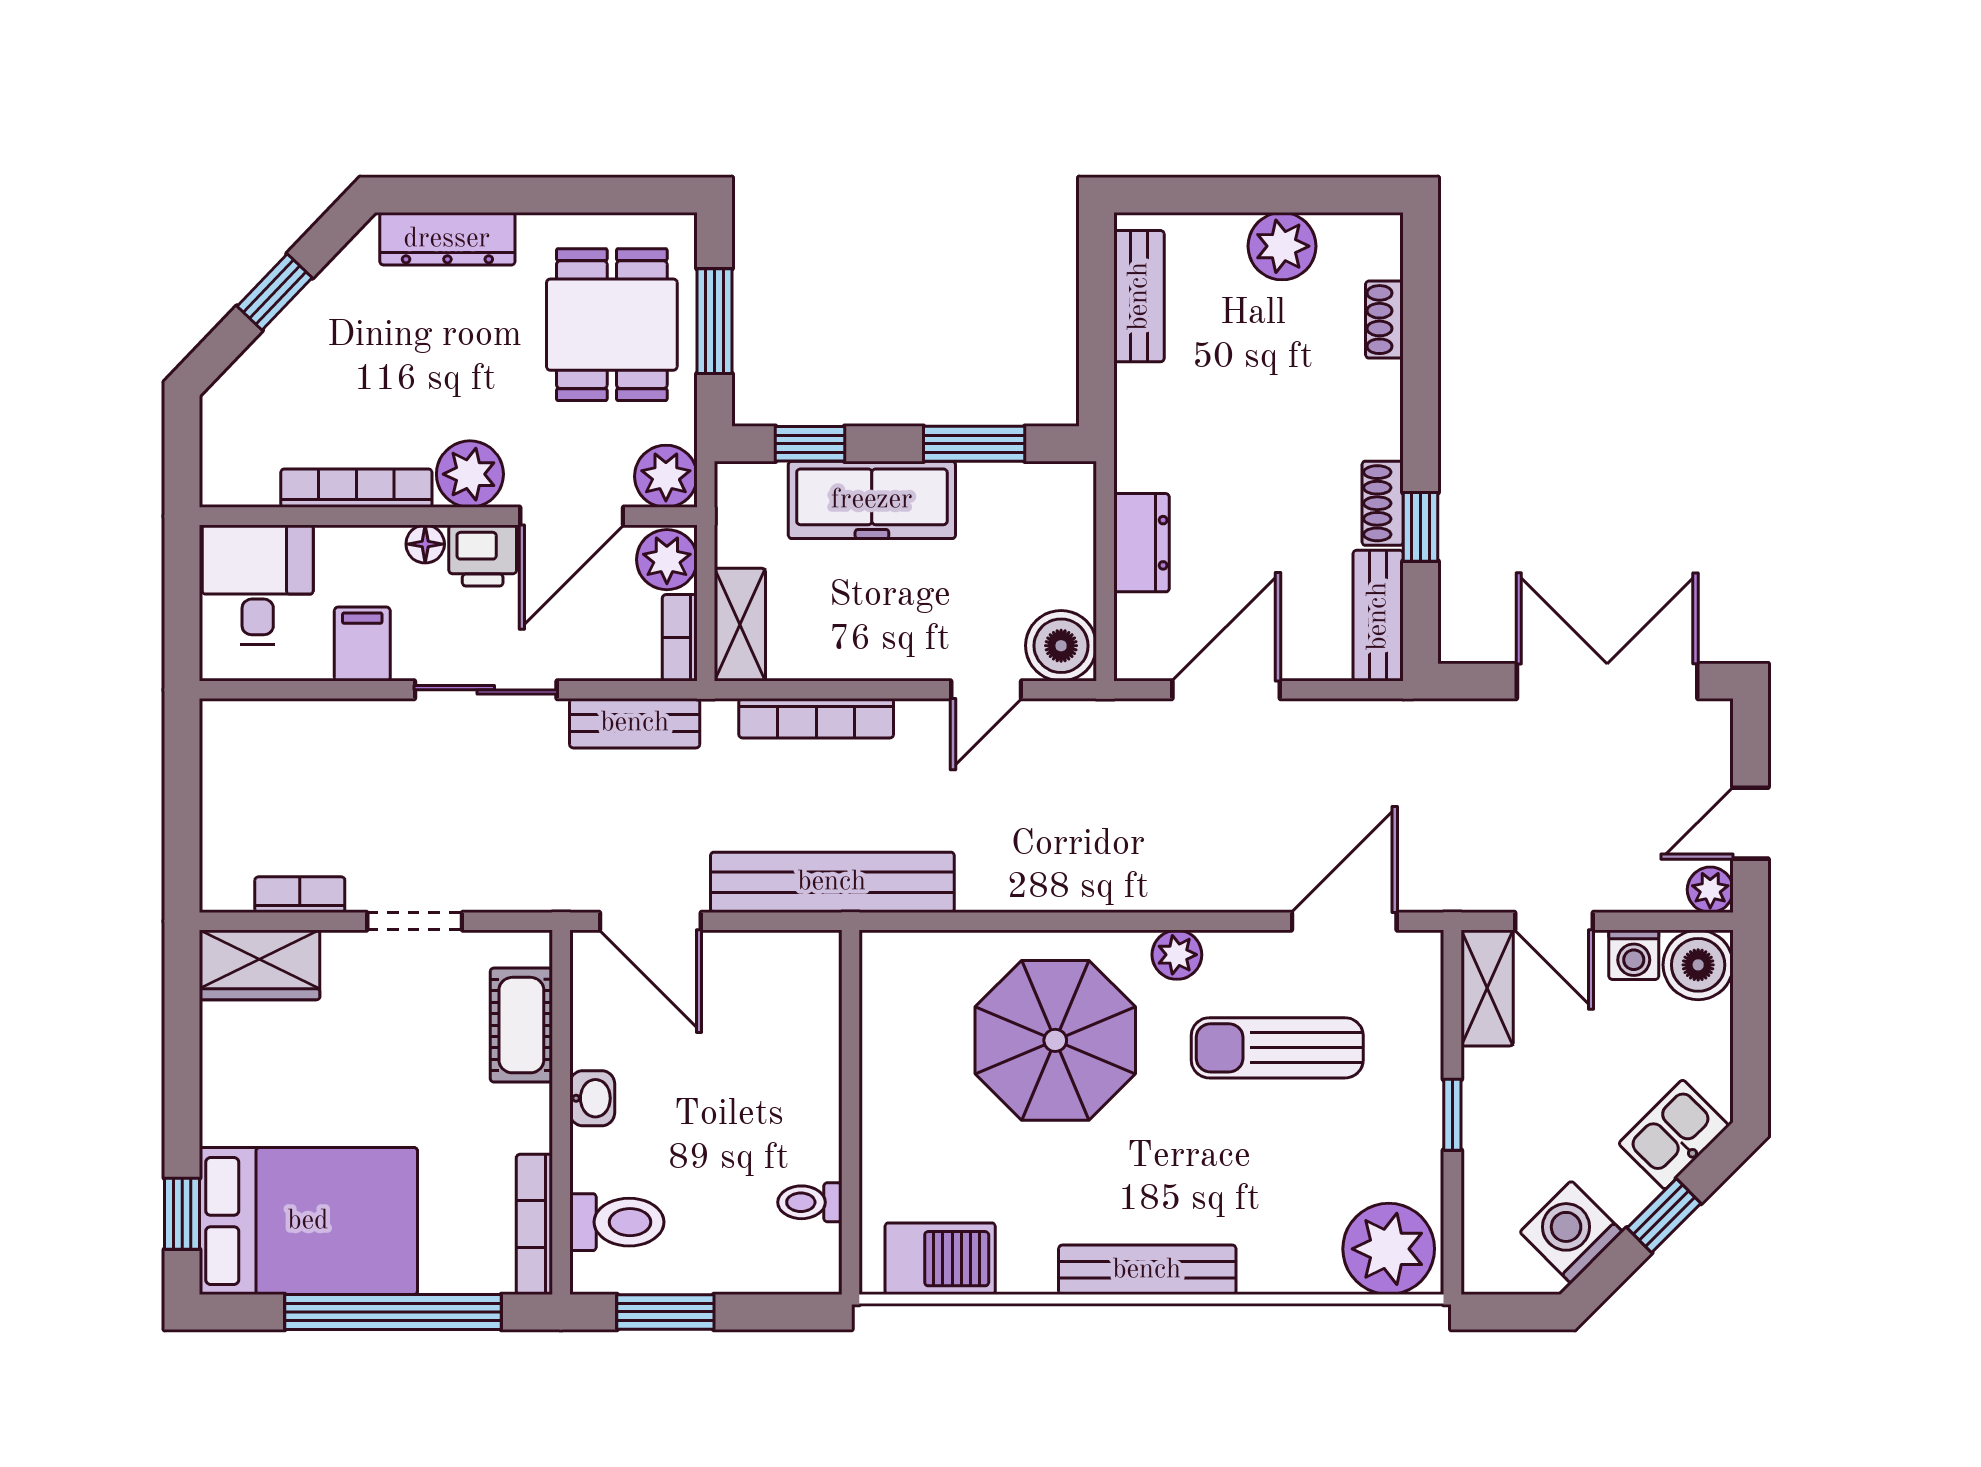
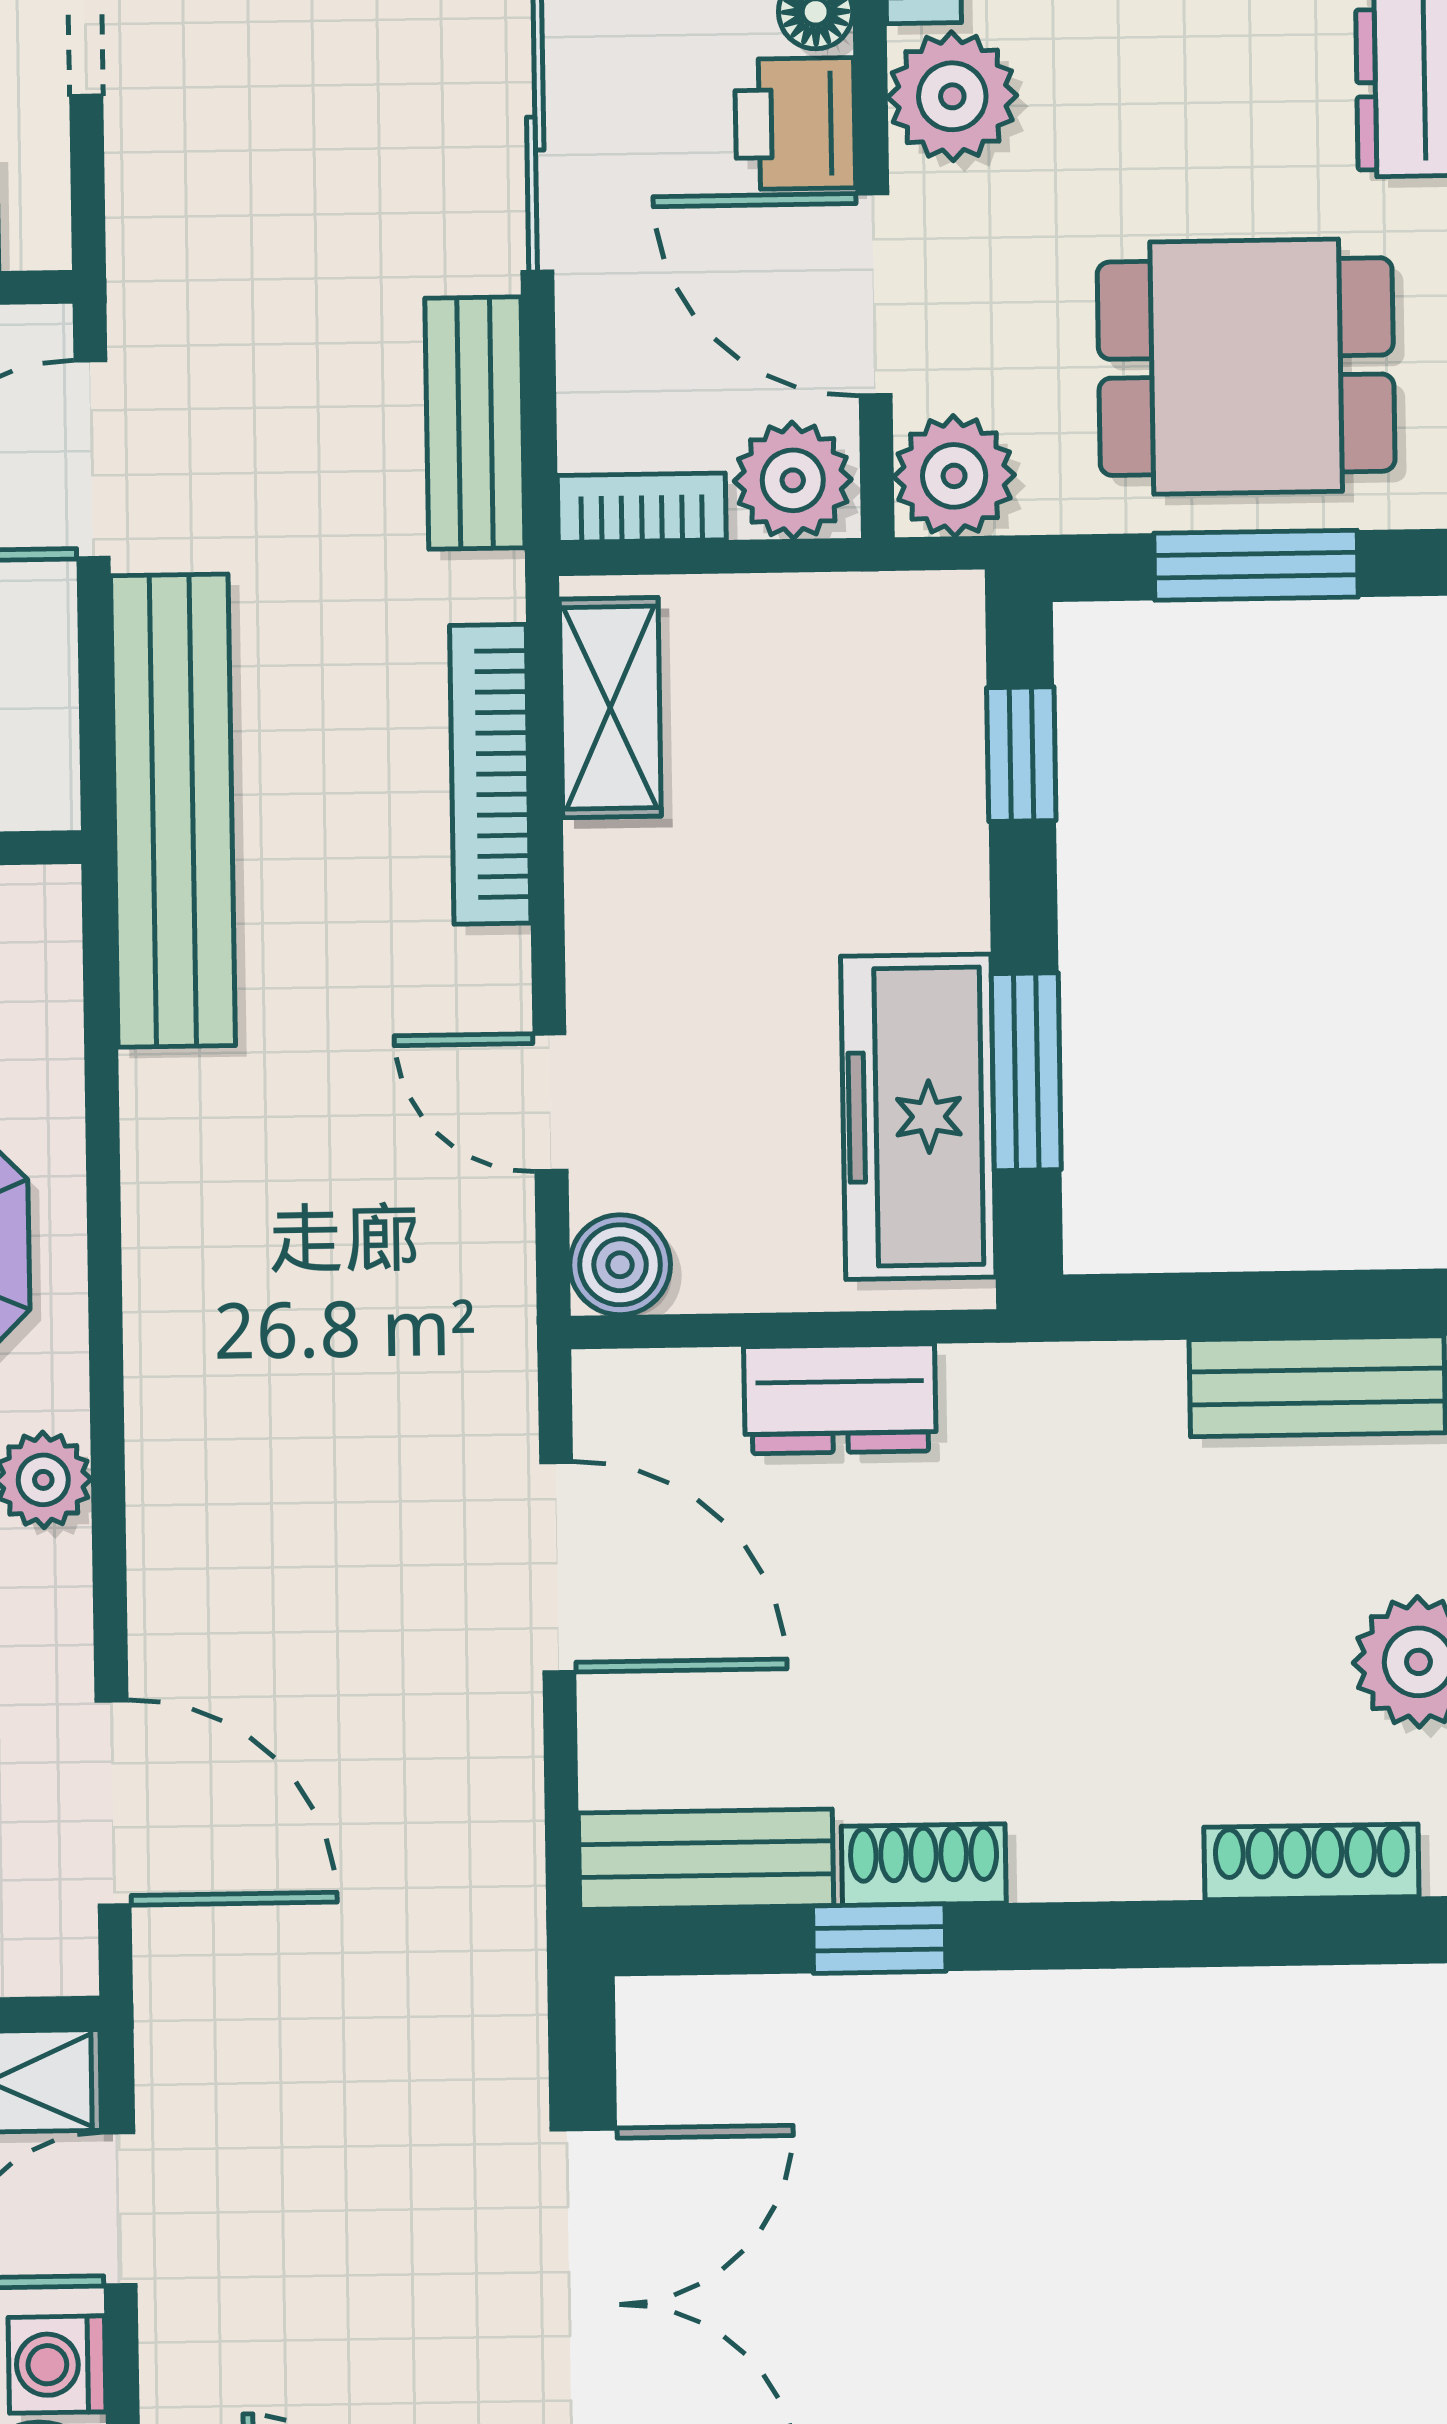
shoe rack: (1384, 320) -> (1311, 1862), width x1.43
freezer: (872, 500) -> (918, 1117), moved
shelving: (740, 625) -> (610, 708), moved, turned 90
boiler: (1061, 646) -> (620, 1265), width x0.73, depth x0.73

